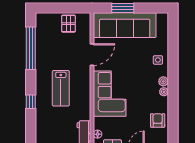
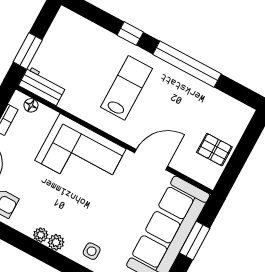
window: (31, 48) -> (187, 64), moved
door: (92, 55) -> (151, 160), swing flipped
lab bench: (61, 88) -> (126, 88), turned 90

